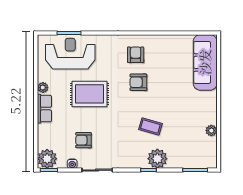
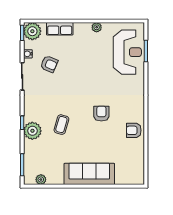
armchair: (136, 55) -> (134, 130), moved, turned 180
sofa: (205, 62) -> (89, 174), moved
rug: (89, 94) -> (91, 69), removed
row of seats: (44, 109) -> (60, 29), moved
plant: (211, 131) -> (41, 180), moved
armchair: (83, 140) -> (49, 64), turned 113

